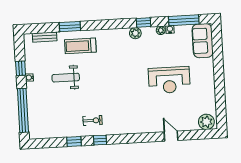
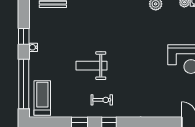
treadmill: (80, 46) -> (42, 98), moved, turned 90
weight bench: (66, 78) -> (92, 66), moved

